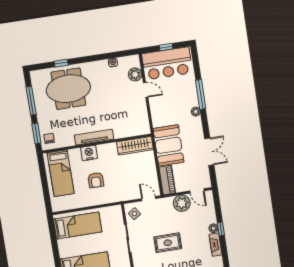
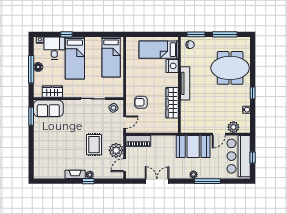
window: (61, 63) -> (253, 93), moved
meeting table: (68, 89) -> (230, 68), turned 90
booth: (168, 145) -> (193, 147), moved
wardrobe: (135, 146) -> (172, 103), moved
double door: (209, 152) -> (157, 181), swing flipped
nightstand: (89, 153) -> (172, 66), moved
armchair: (96, 180) -> (141, 102), moved
rug: (168, 243) -> (94, 145), moved

